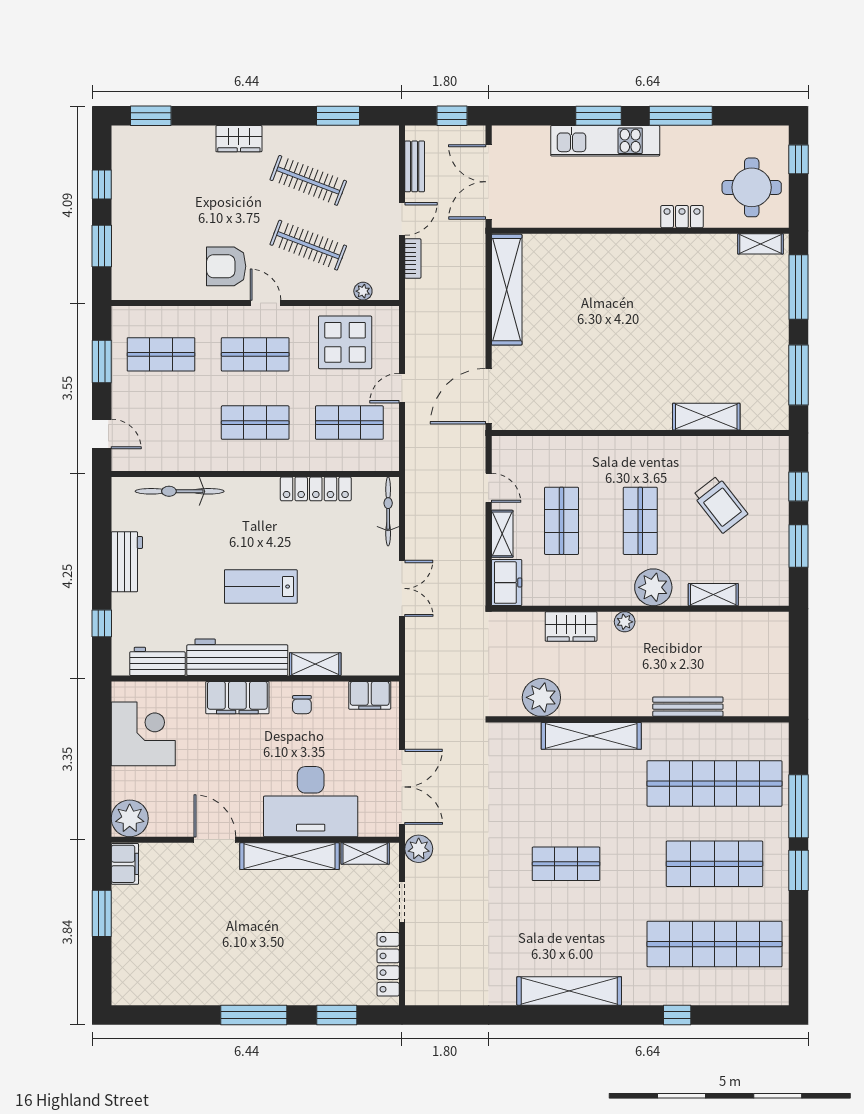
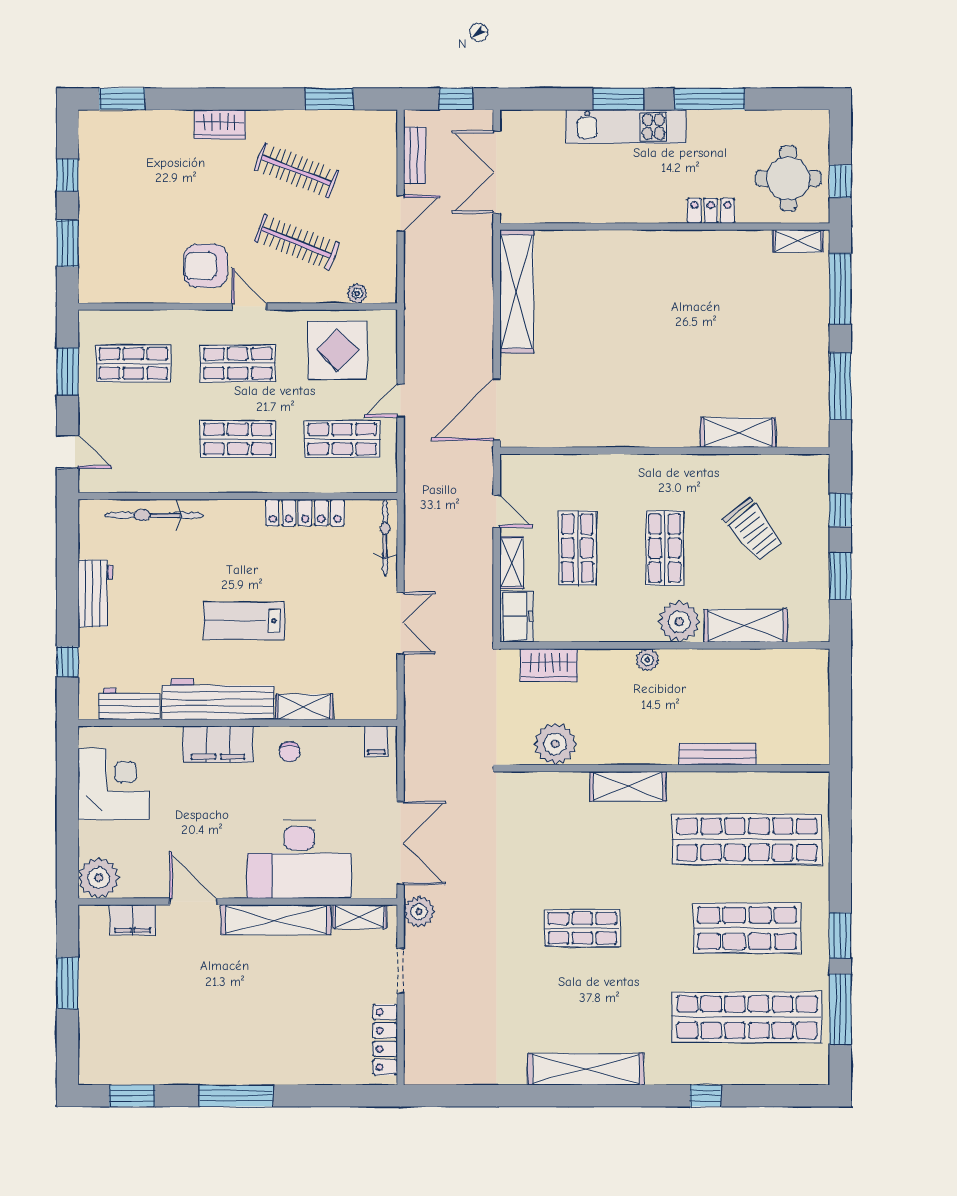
window: (799, 159) -> (840, 181), moved
bookcase: (413, 259) -> (413, 257), removed
shelving: (713, 595) -> (746, 626), width x1.50, depth x1.33
wardrobe: (571, 626) -> (549, 665), moved
filing cabinet: (370, 695) -> (376, 741), width x0.50
shelving: (591, 736) -> (628, 786), width x0.68
window: (799, 806) -> (840, 1009), moved
filing cabinet: (125, 864) -> (133, 920), moved, turned 90
window: (337, 1015) -> (132, 1096), moved

